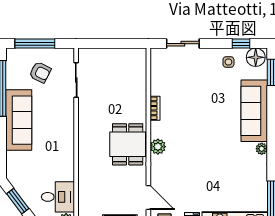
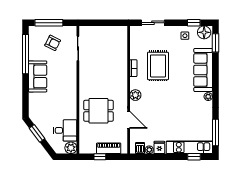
rug: (190, 105) -> (158, 66), added
sofa: (19, 120) -> (38, 76), width x0.73
dining table: (128, 144) -> (98, 111), moved, turned 90
door: (148, 198) -> (129, 120), moved

